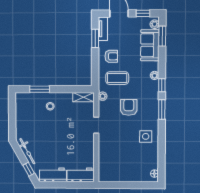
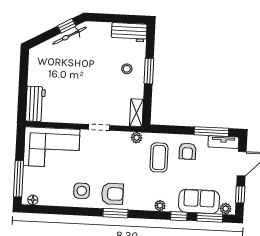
window: (95, 38) -> (211, 132), width x1.44
window: (162, 85) -> (179, 216), moved
window: (40, 89) -> (149, 71), moved
armchair: (129, 107) -> (112, 194), moved
corner sofa: (113, 161) -> (52, 147), added
window: (29, 169) -> (67, 26), moved
workbench: (53, 175) -> (129, 32), moved, turned 90
window: (139, 185) -> (18, 179), added

